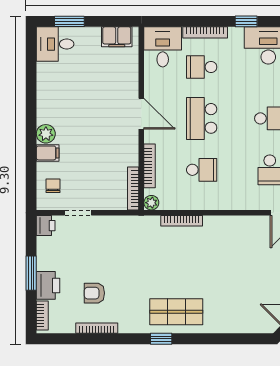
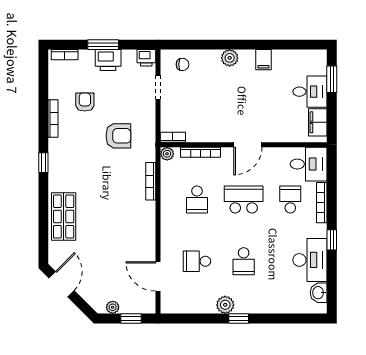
desk: (55, 44) -> (310, 92), moved, turned 90
filing cabinet: (48, 153) -> (264, 60), moved
bookcase: (133, 189) -> (173, 137), width x0.64
armchair: (132, 256) -> (118, 136), added
printer: (48, 285) -> (108, 60), moved
shop shelf: (176, 312) -> (64, 216), moved
bookcase: (97, 328) -> (53, 118), moved

